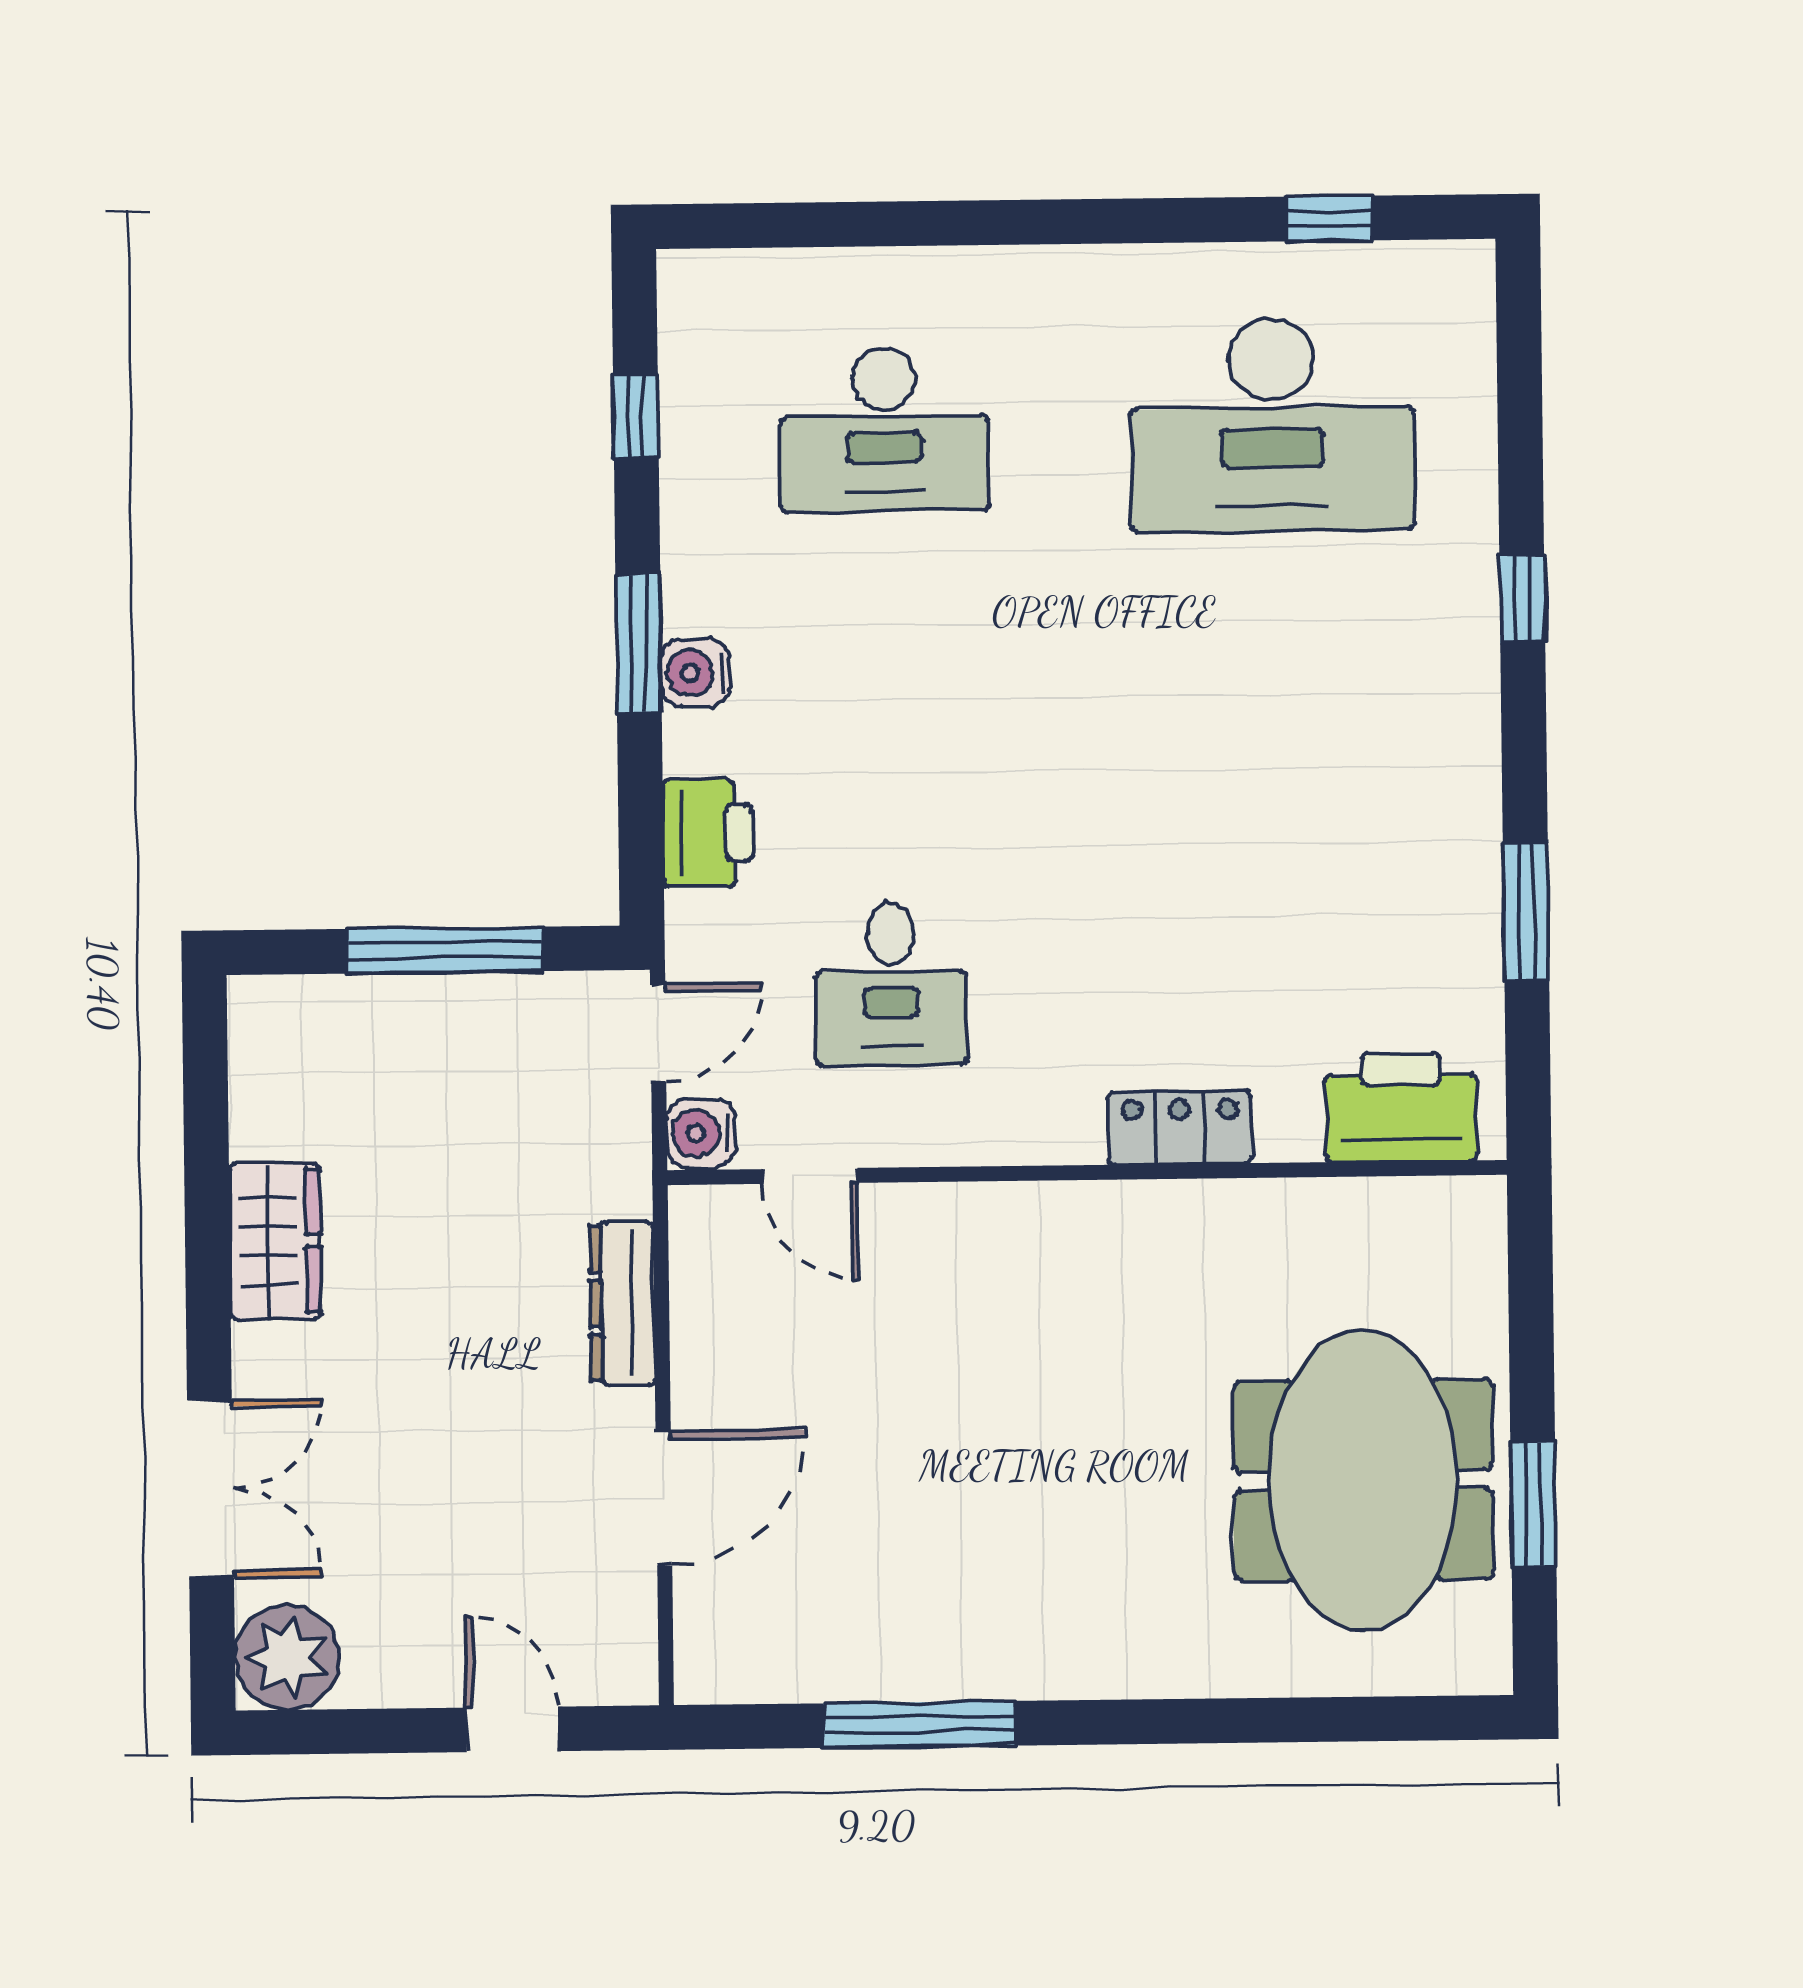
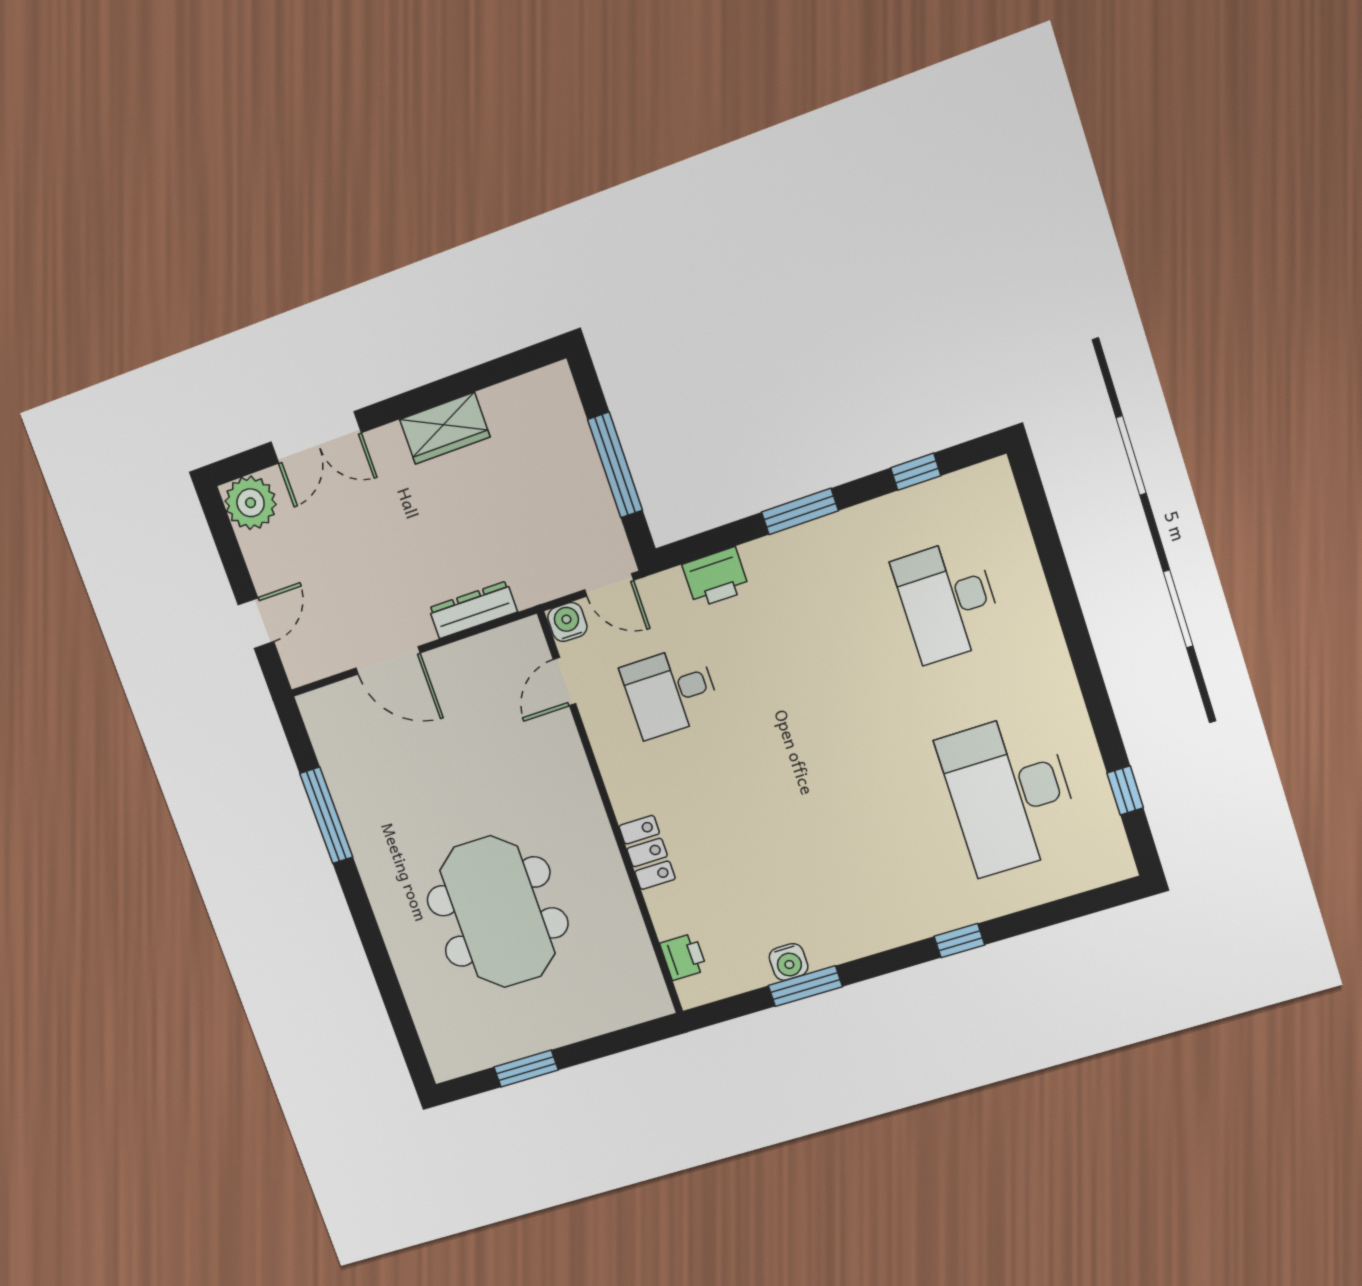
water cooler: (695, 673) -> (789, 962), moved, turned 180
printer: (1401, 1107) -> (683, 957), width x0.53, depth x0.68
meeting table: (1363, 1480) -> (497, 912), moved, turned 90

